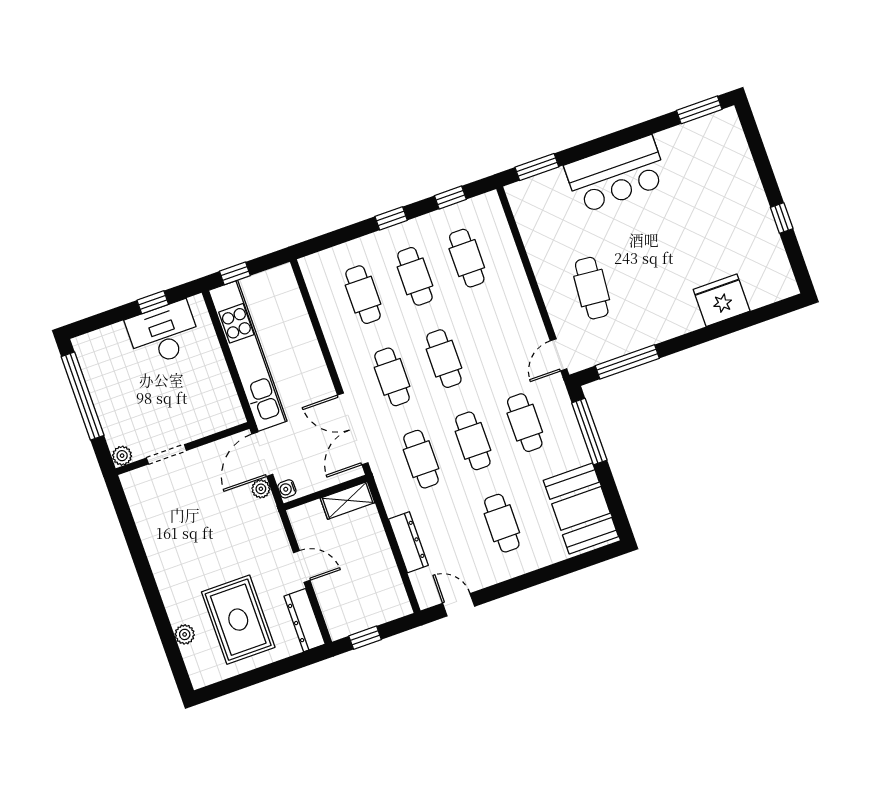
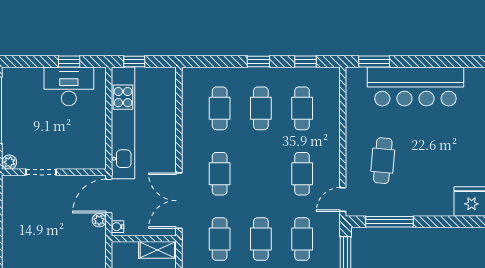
bar counter: (616, 174) -> (415, 86), width x1.36
cafe table: (444, 359) -> (302, 174), moved

